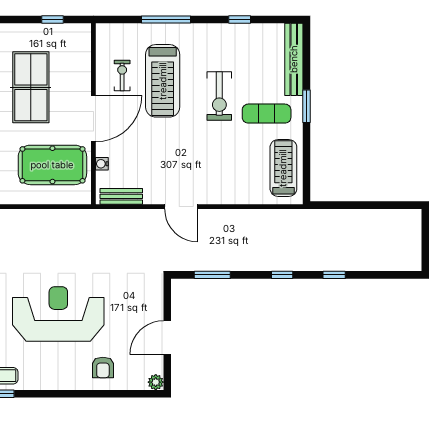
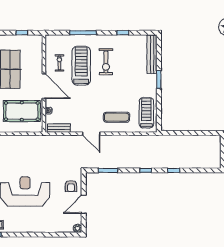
treadmill: (163, 81) -> (81, 66), turned 180
exercise bike: (219, 96) -> (106, 62), moved
exercise mat: (267, 114) -> (117, 117), moved
door: (93, 118) -> (44, 86), hinge flipped
armchair: (103, 367) -> (71, 186), moved

